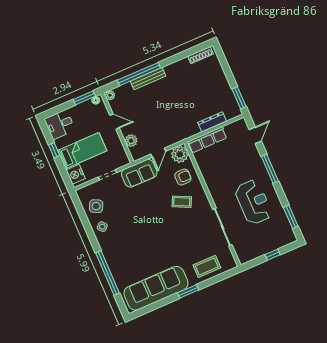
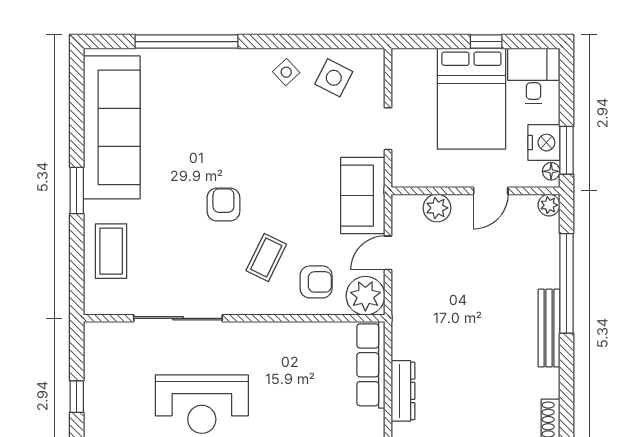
bench: (148, 79) -> (549, 328), moved
bed: (82, 151) -> (471, 99), width x1.50
door: (158, 153) -> (388, 253), hinge flipped
nightstand: (76, 174) -> (544, 143), moved, turned 90
armchair: (183, 177) -> (316, 282), turned -90
armchair: (168, 229) -> (223, 204), added

